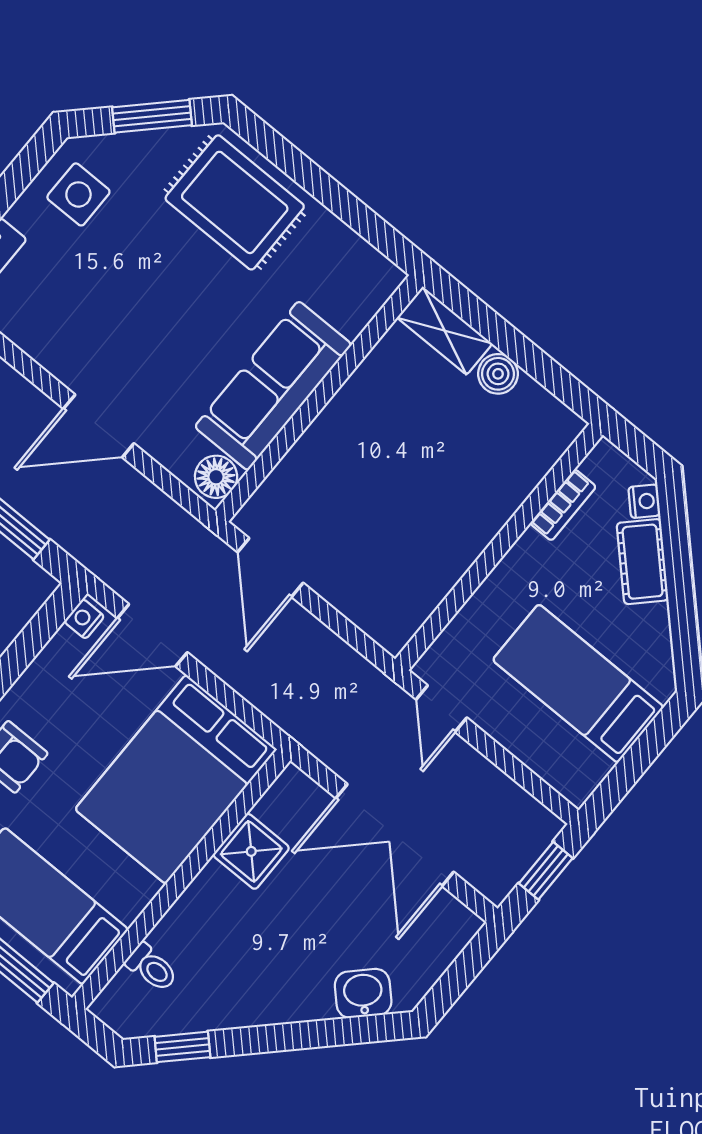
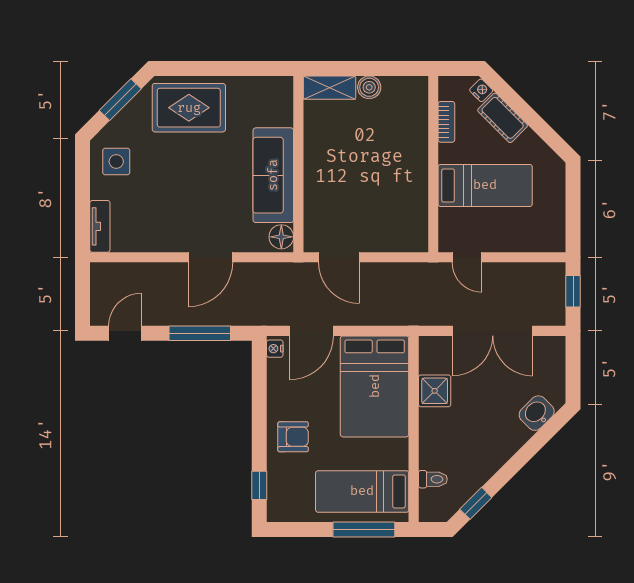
bed: (578, 683) -> (485, 185), moved, turned 180

